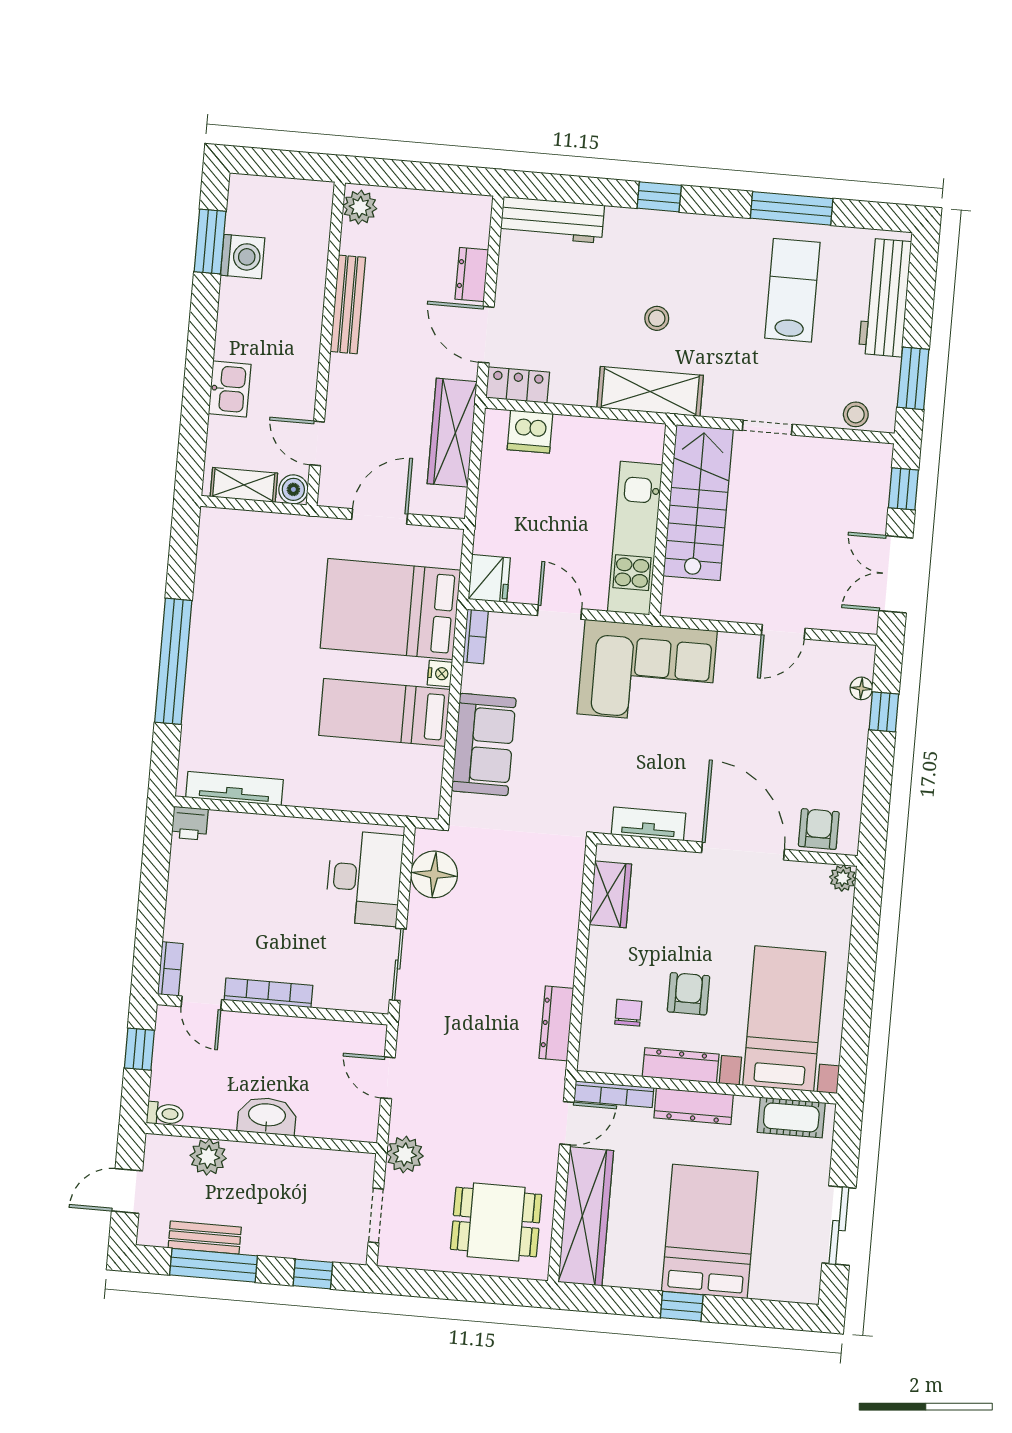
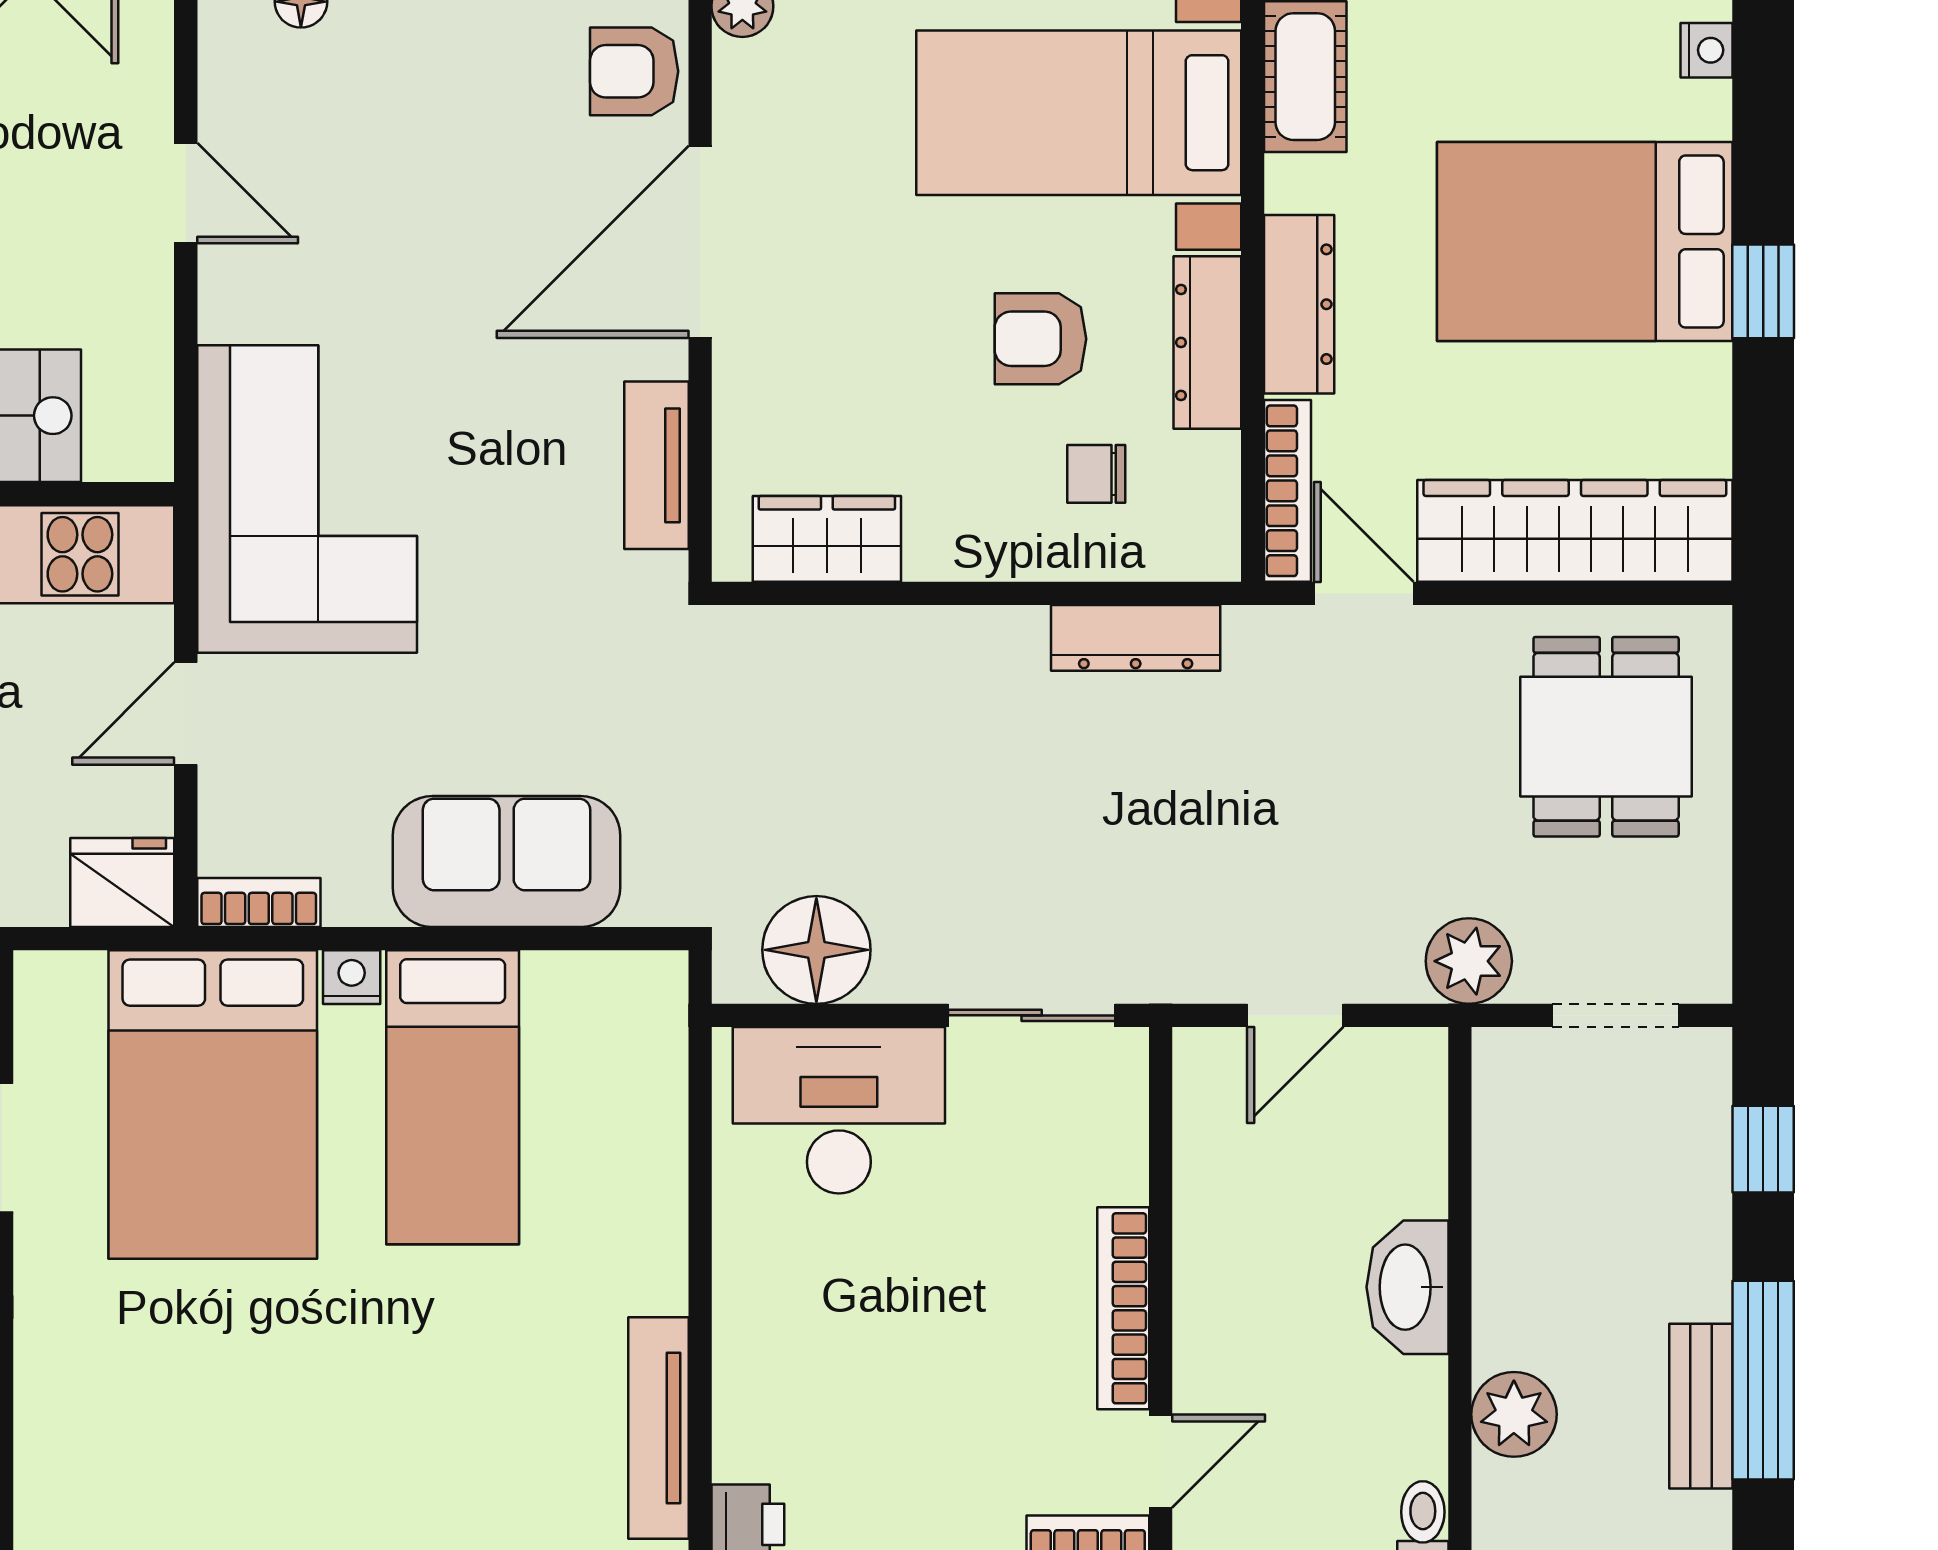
nightstand: (788, 1291) -> (1706, 50), added

